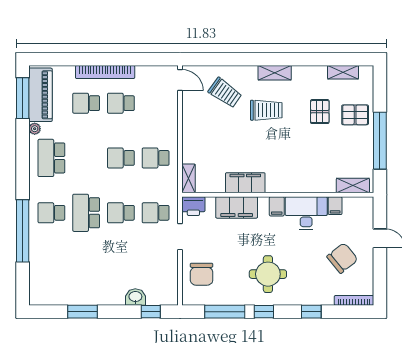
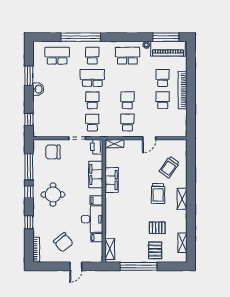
door: (180, 80) -> (149, 138), moved
school desk: (51, 268) -> (57, 56), added
washbasin: (135, 297) -> (38, 89), moved

